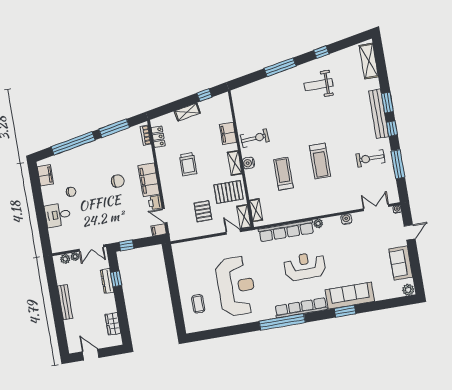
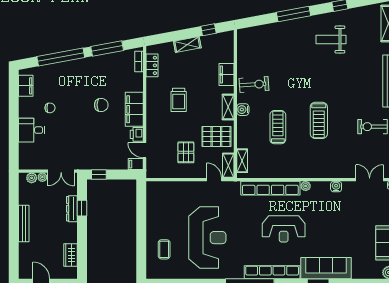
reception desk: (305, 266) -> (284, 229), turned 180

